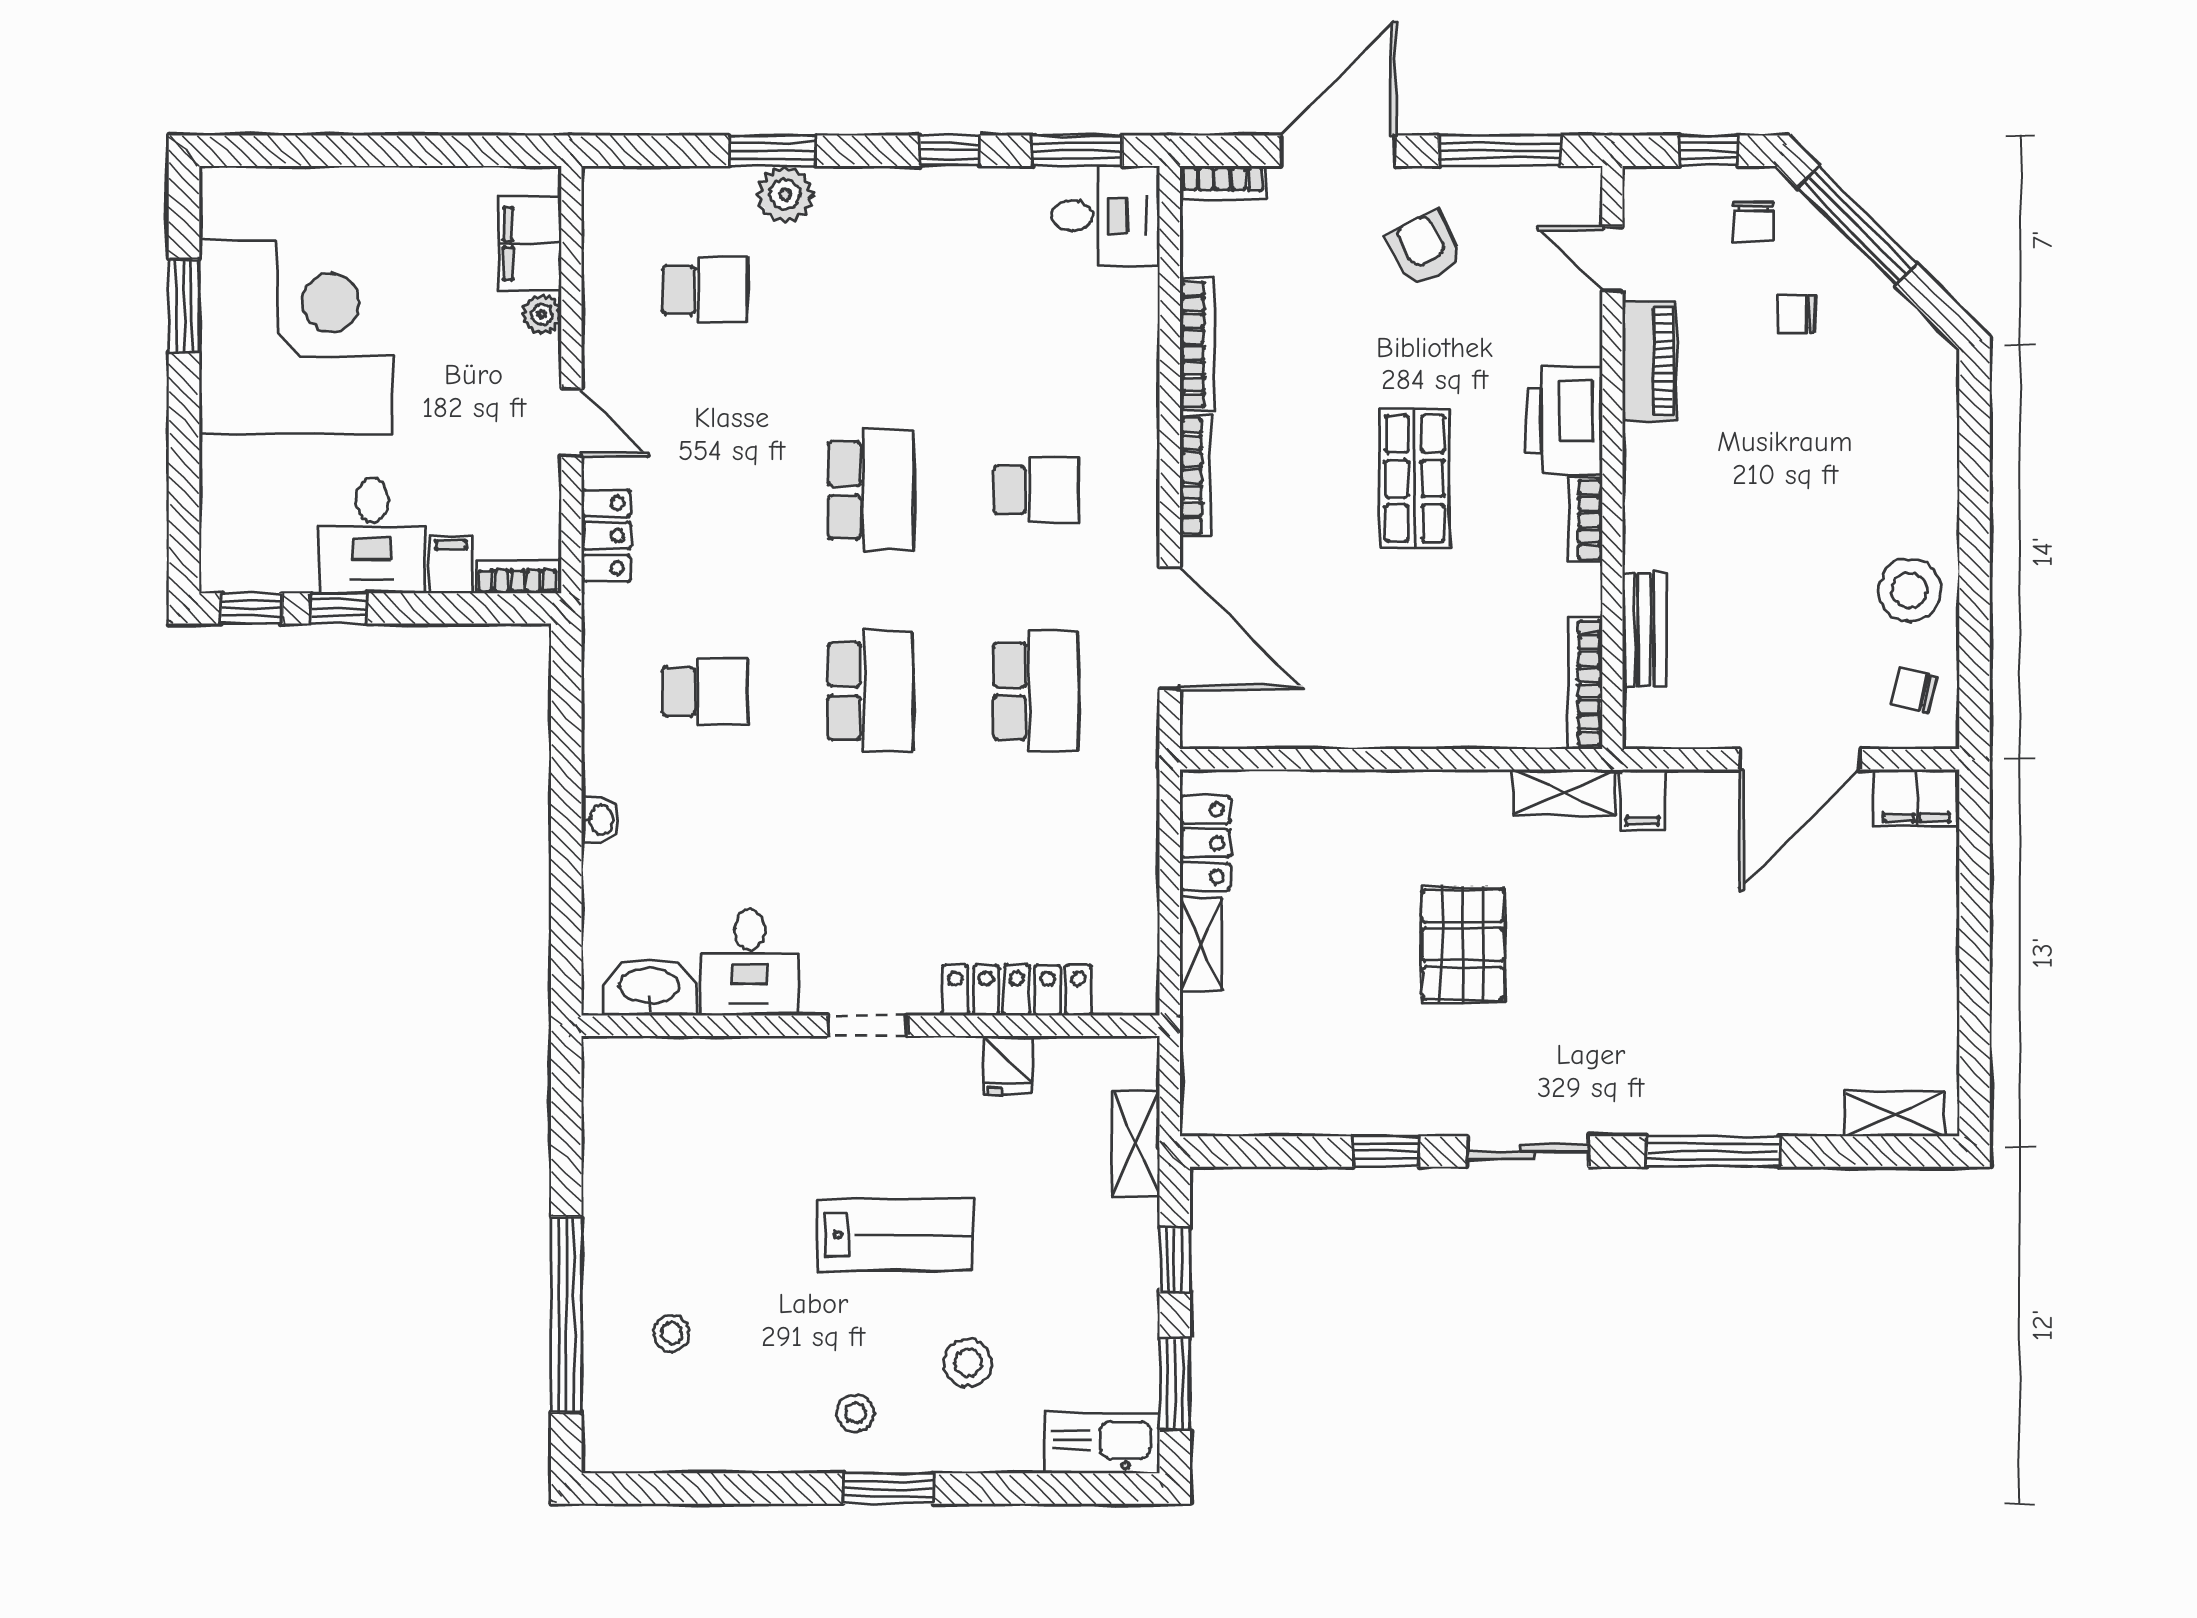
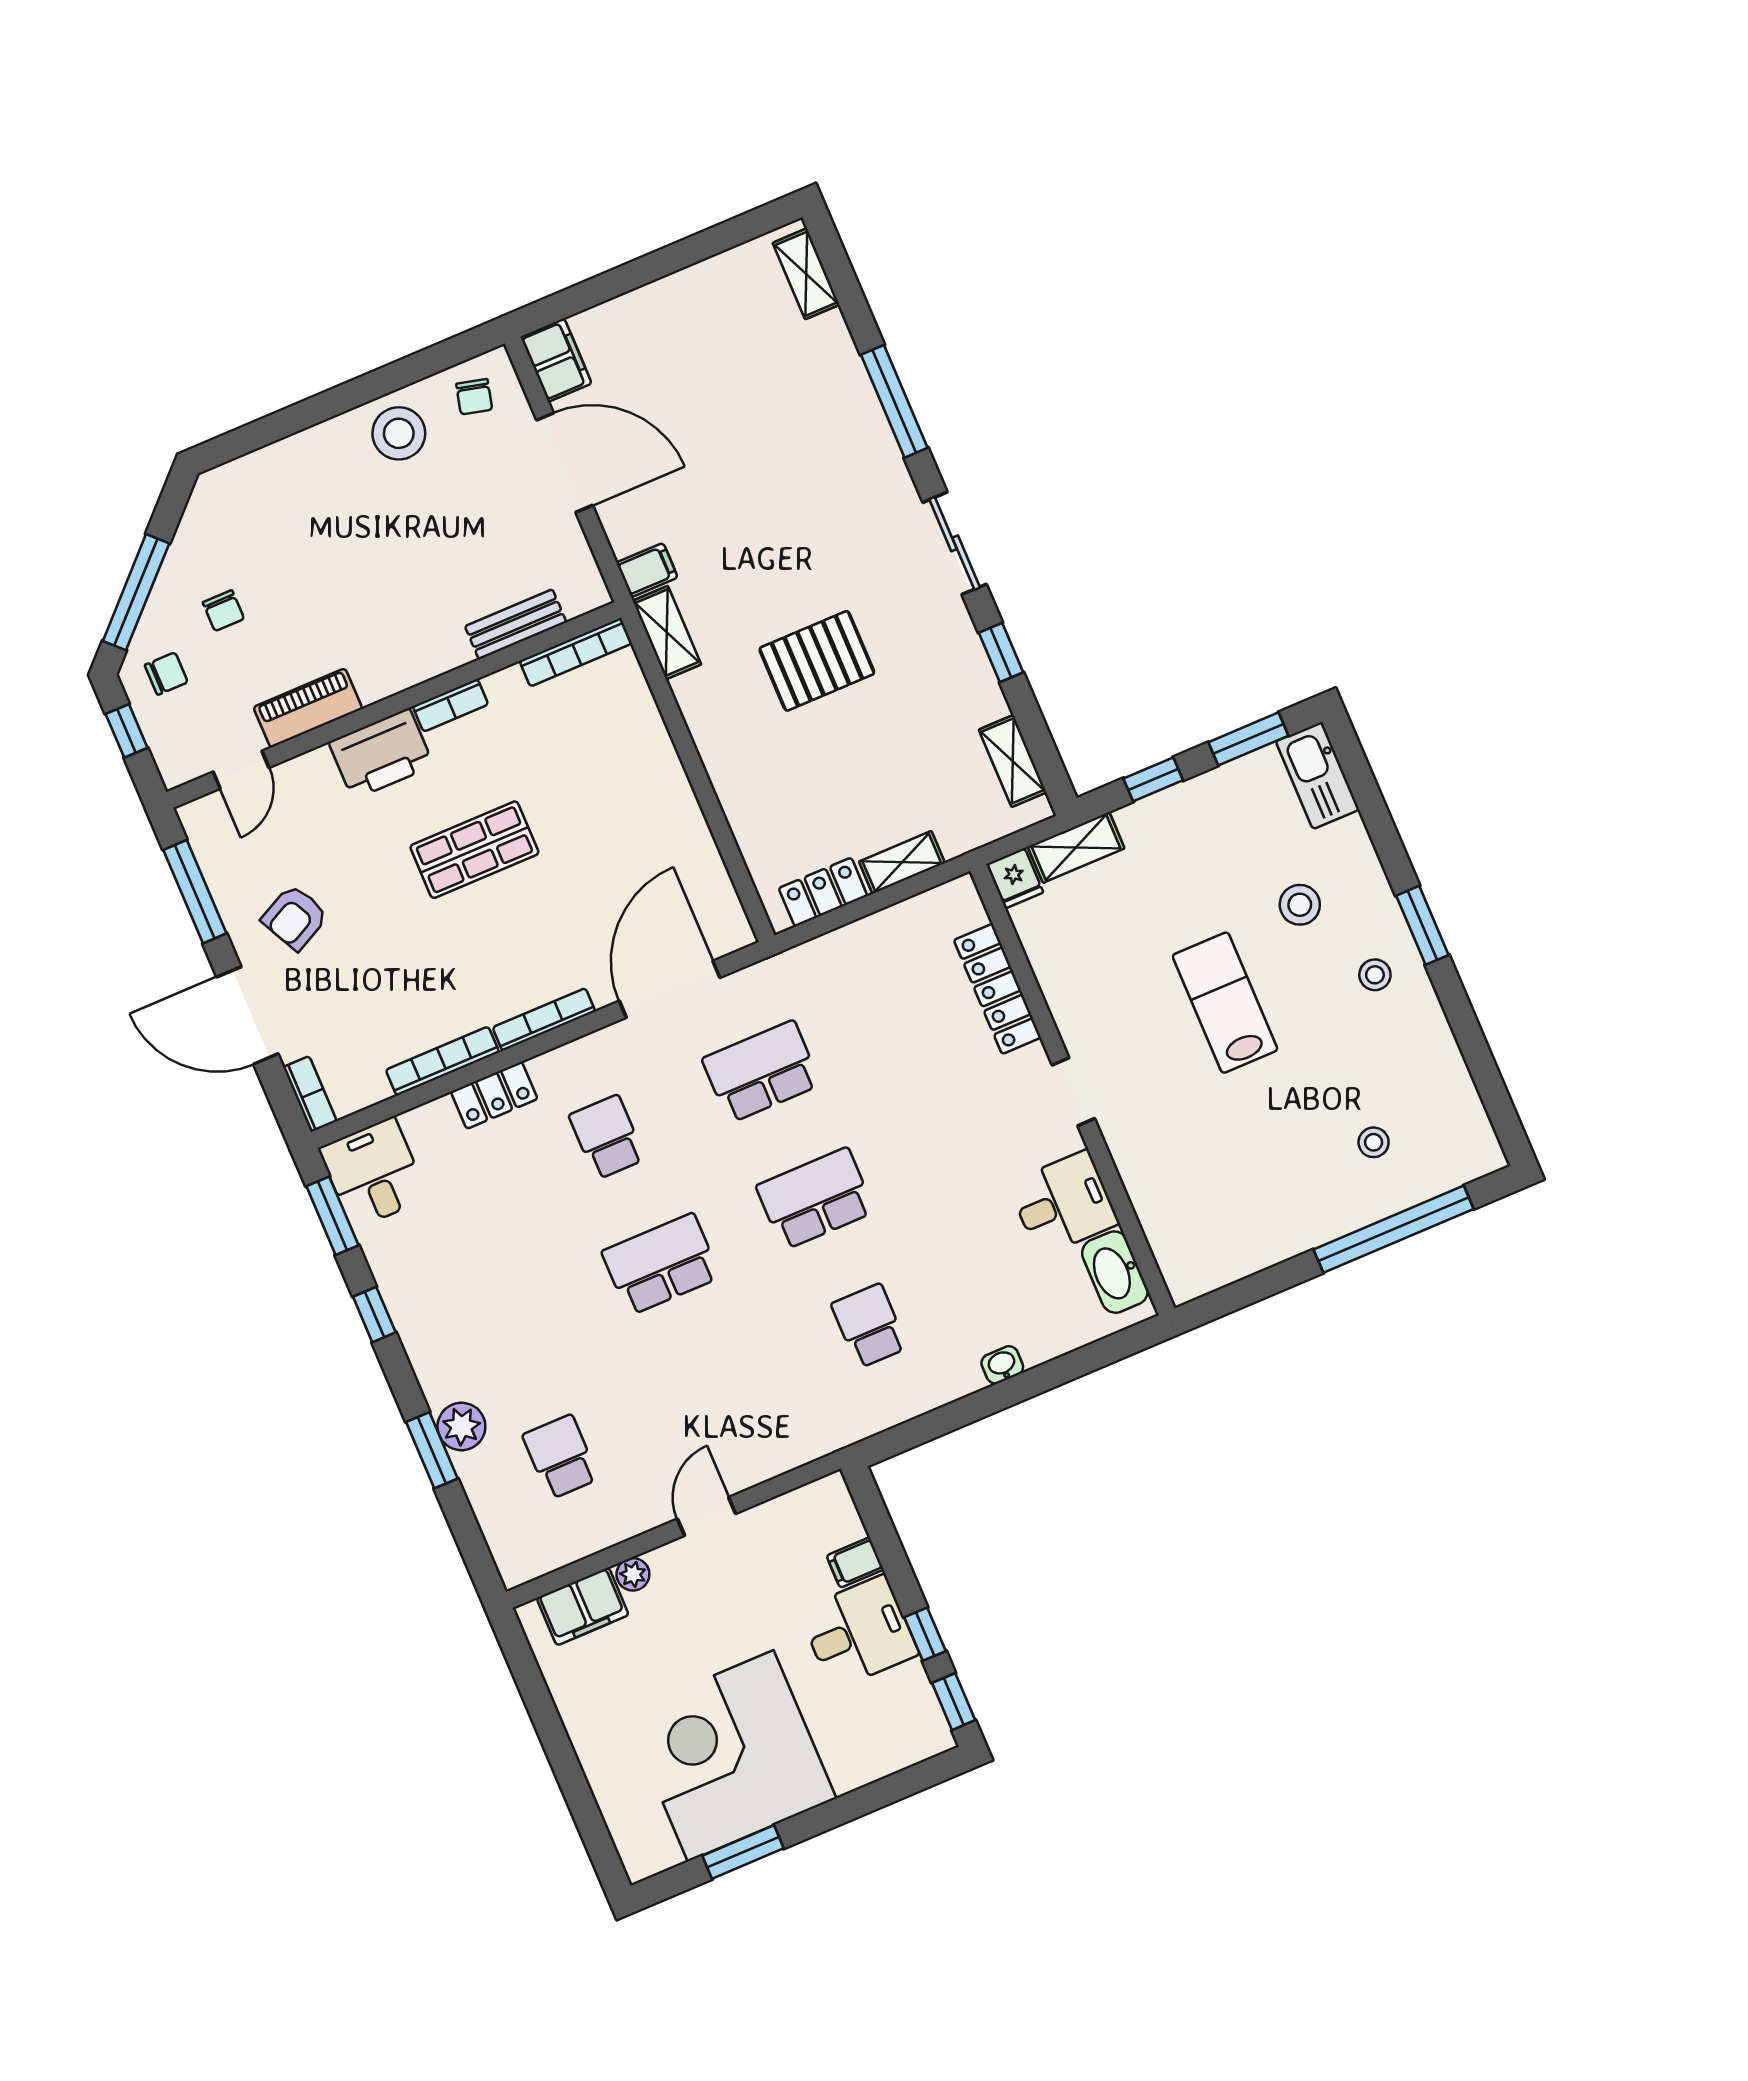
locker: (606, 536) -> (494, 1095), moved, turned 180
bookcase: (518, 577) -> (843, 1507), removed
fridge: (1008, 1065) -> (1015, 878), moved, turned 90
shelving: (1261, 1114) -> (1013, 761), added

